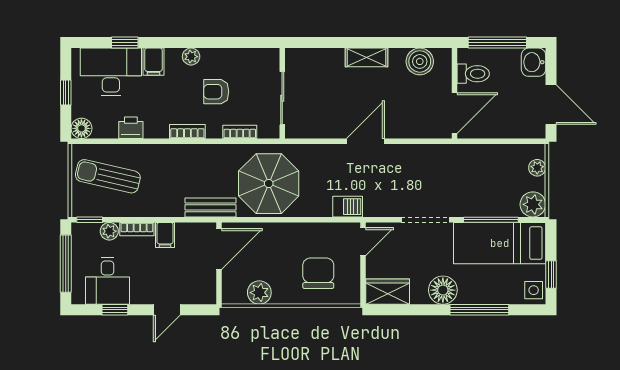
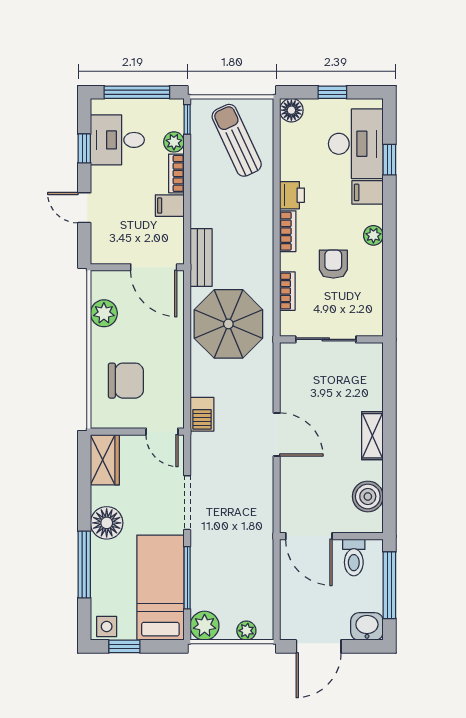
printer: (131, 128) -> (292, 195), moved
sun lounger: (108, 176) -> (237, 140), turned -38

